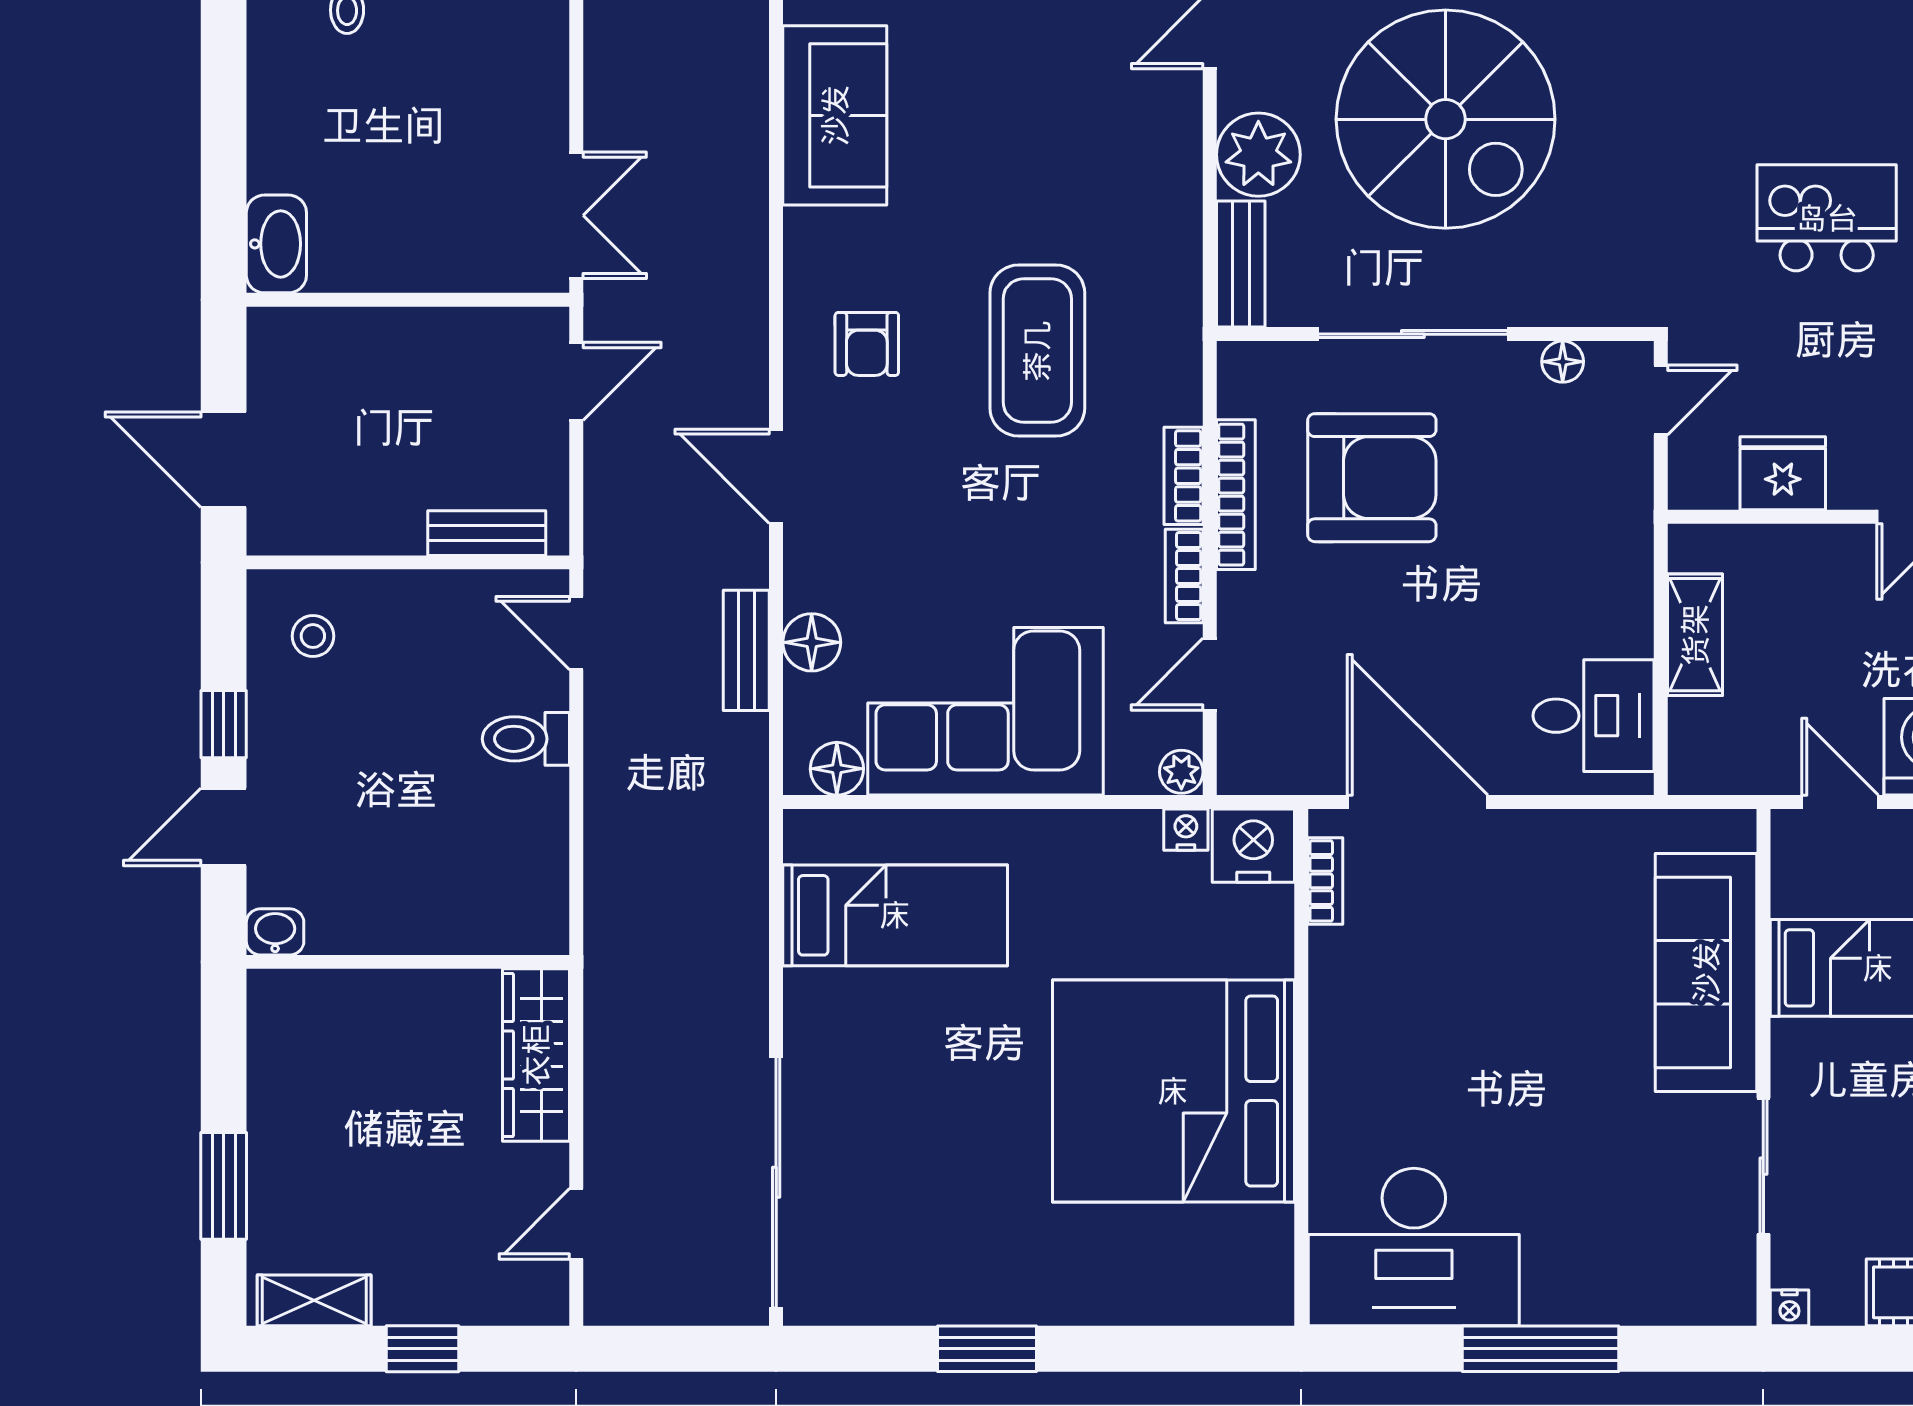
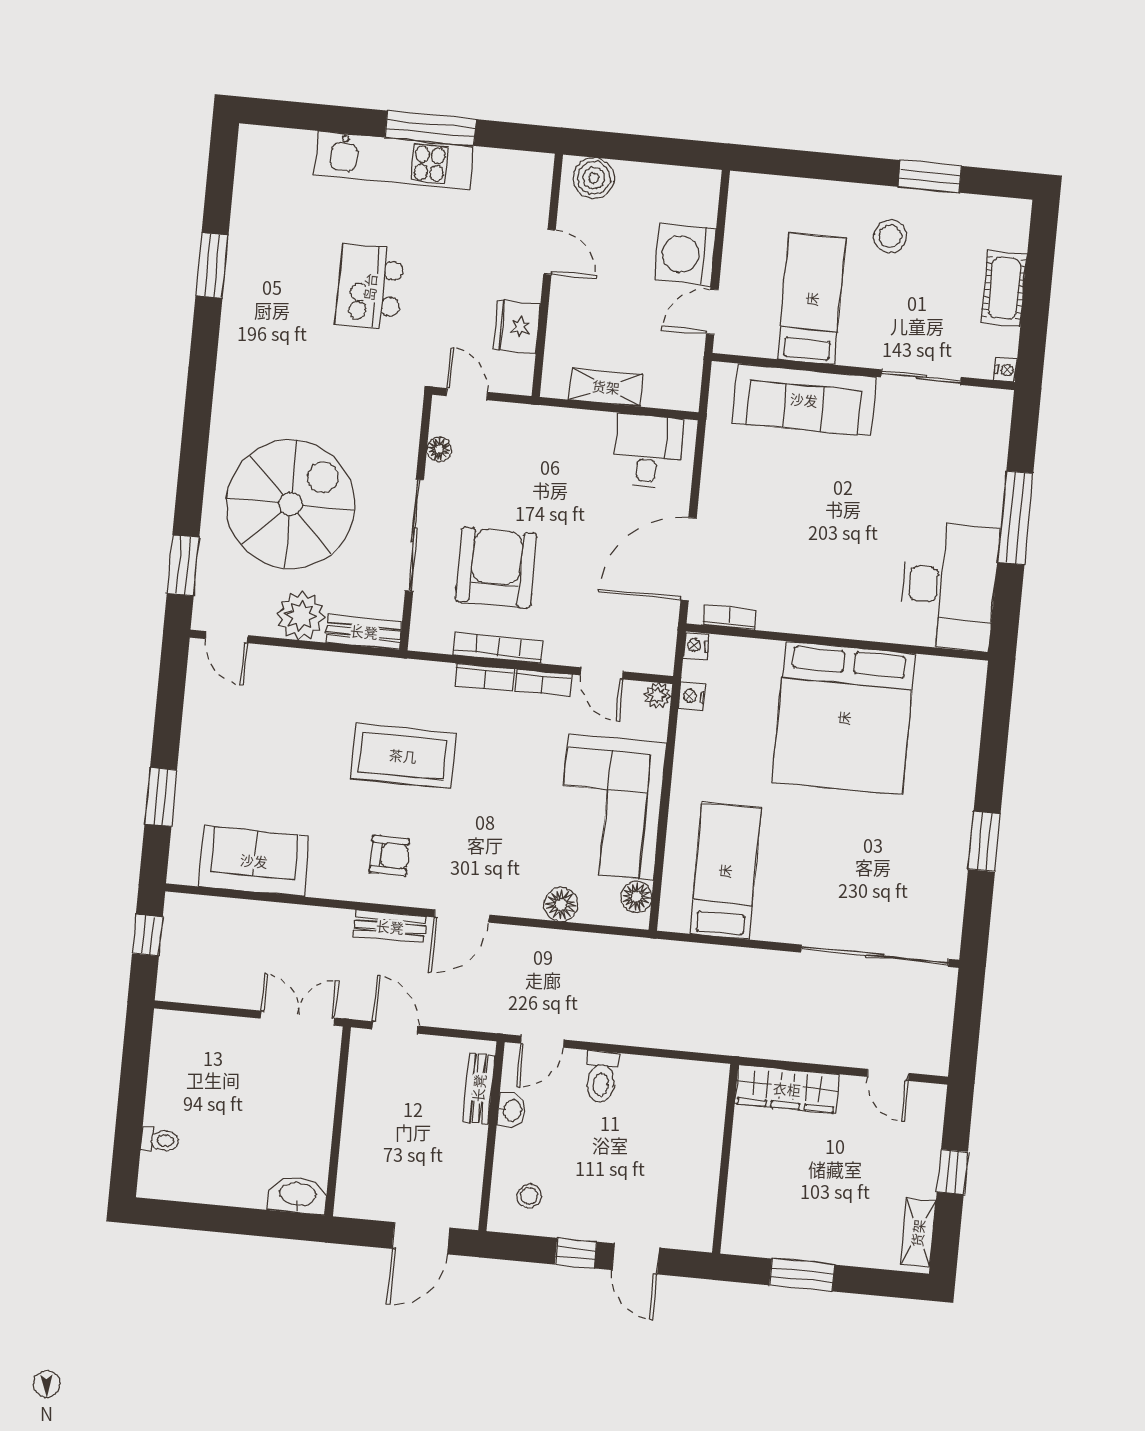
bench: (746, 650) -> (390, 927), moved
nightstand: (1253, 846) -> (696, 645), width x0.53, depth x0.56
washbasin: (275, 932) -> (512, 1110), moved, turned 180
window: (224, 1186) -> (802, 1275), moved

